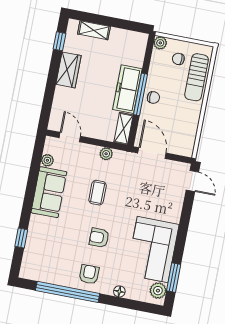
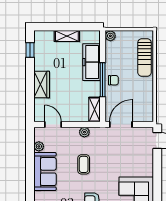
shelving: (94, 30) -> (67, 36), moved
chair: (178, 59) -> (127, 46), removed
wardrobe: (69, 70) -> (42, 84), moved
freezer: (127, 89) -> (91, 62), moved
door: (152, 153) -> (121, 125), hinge flipped

